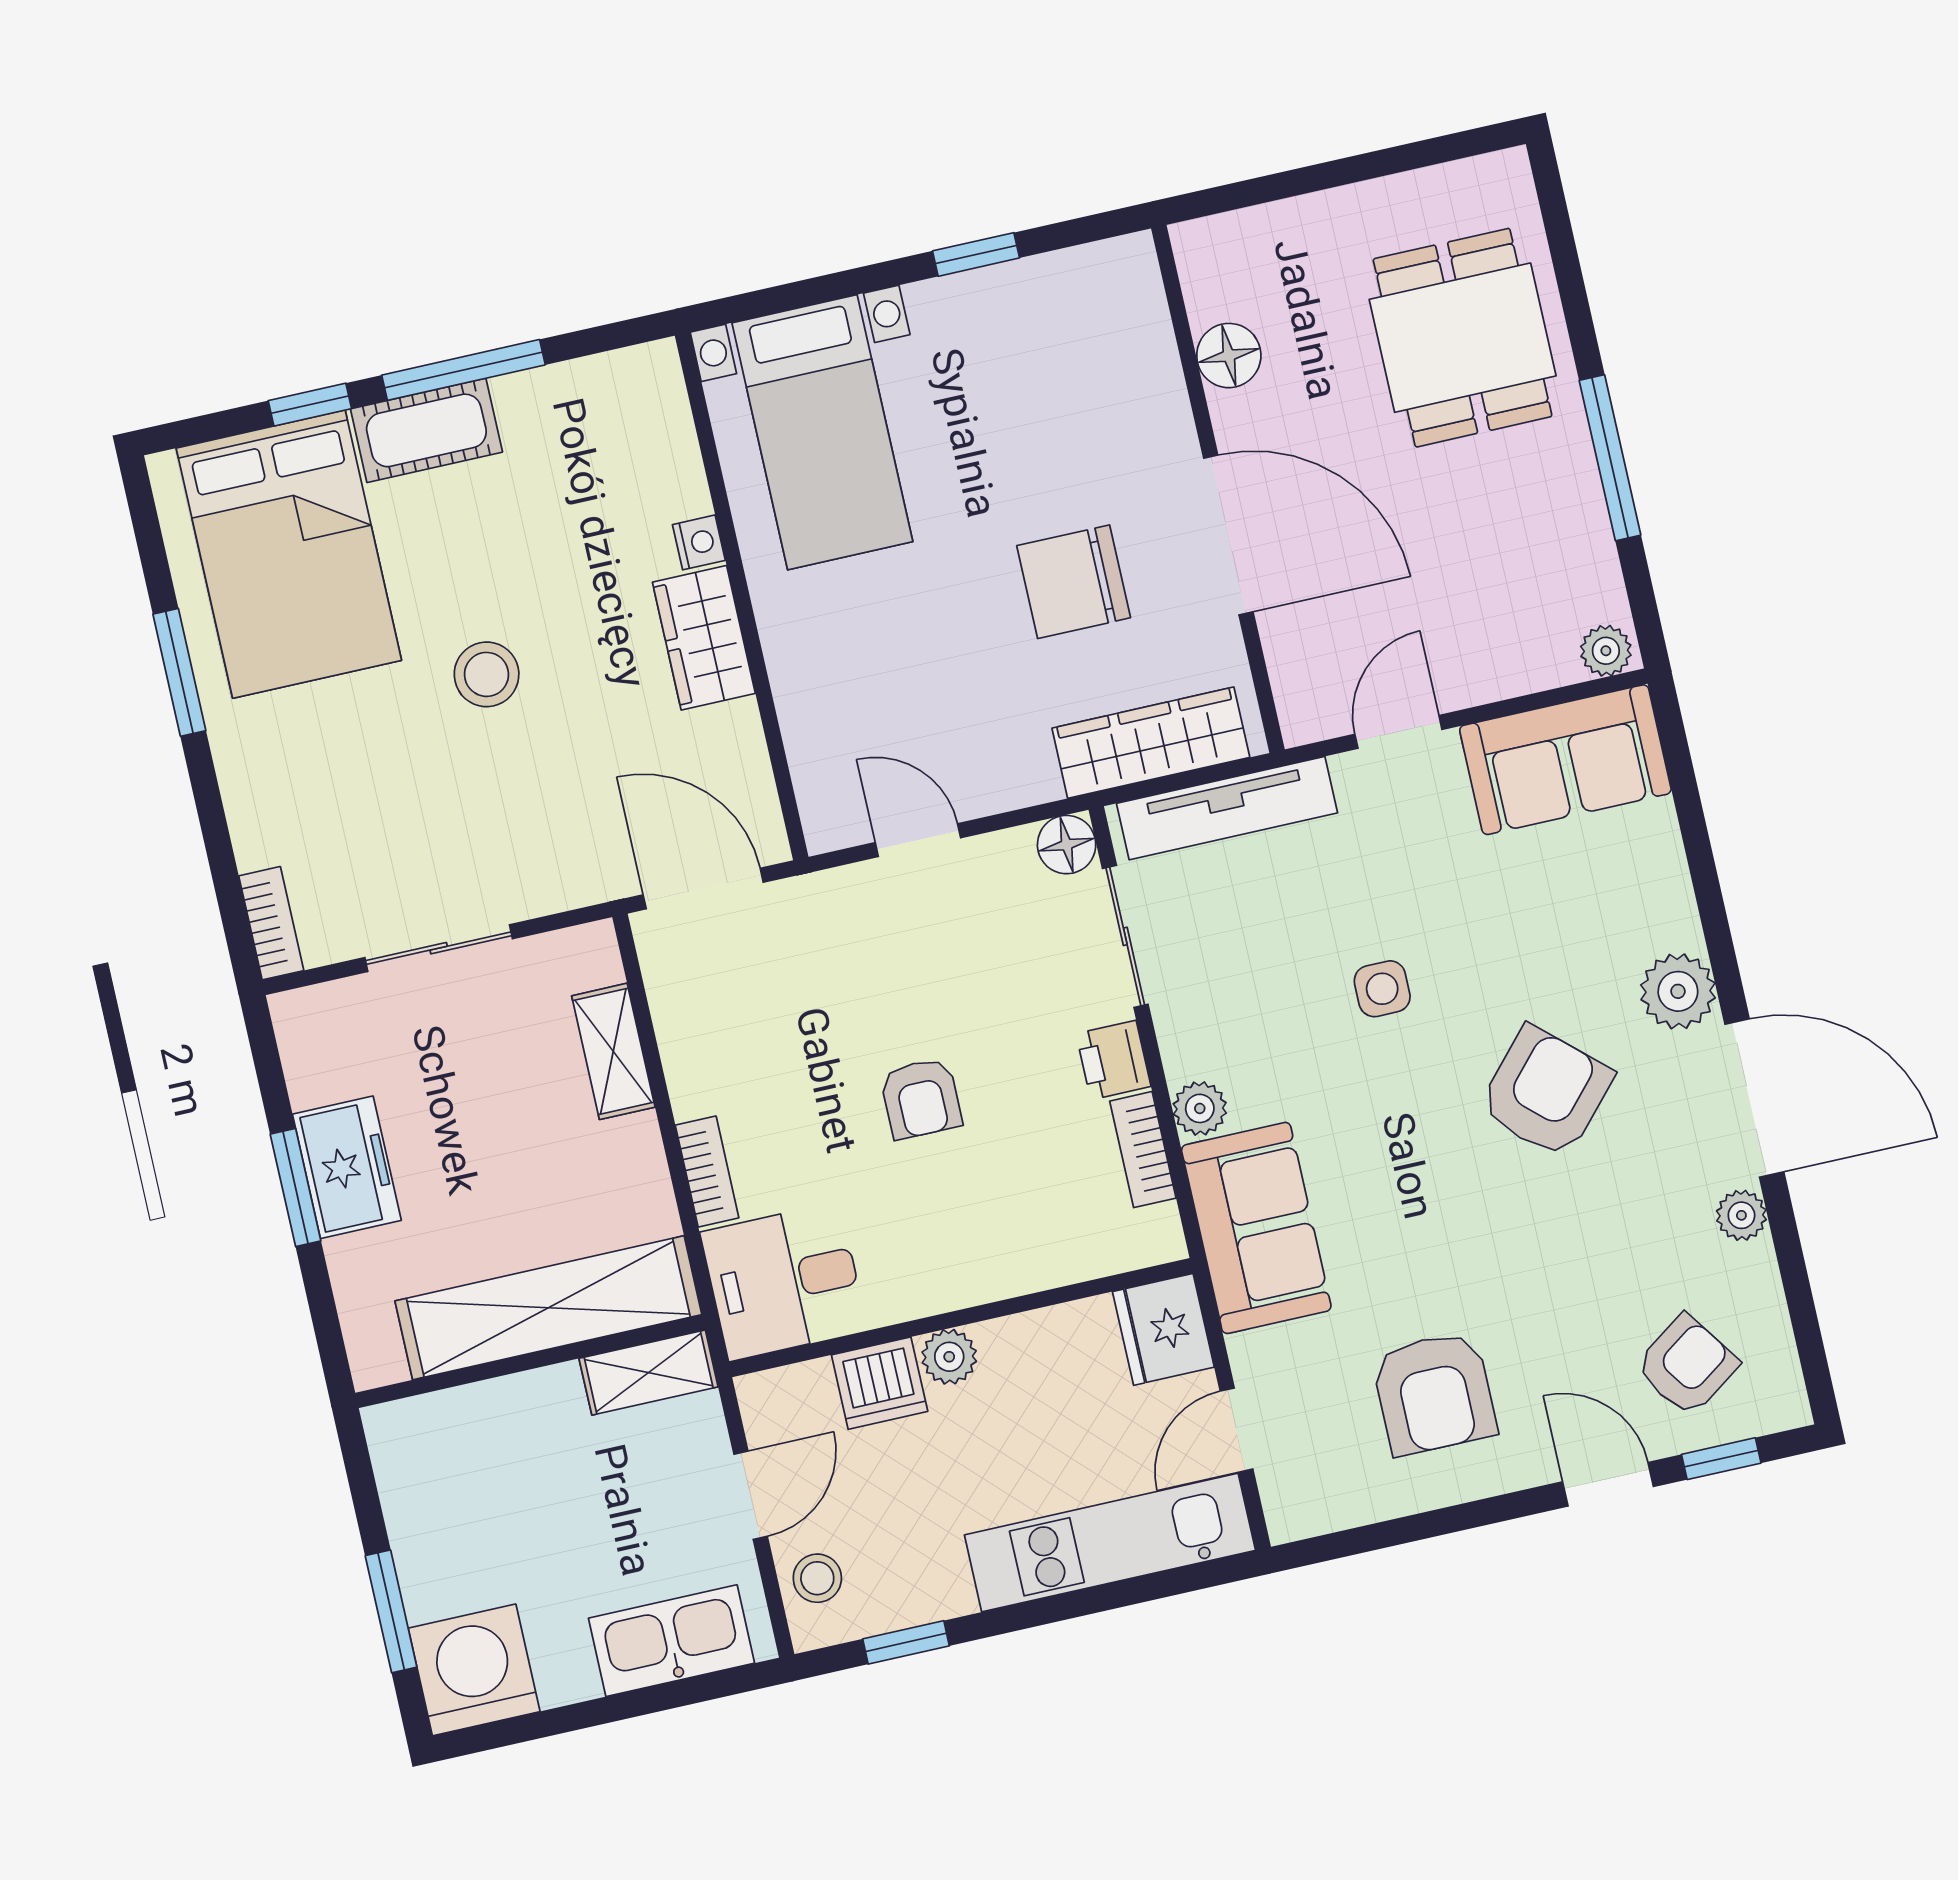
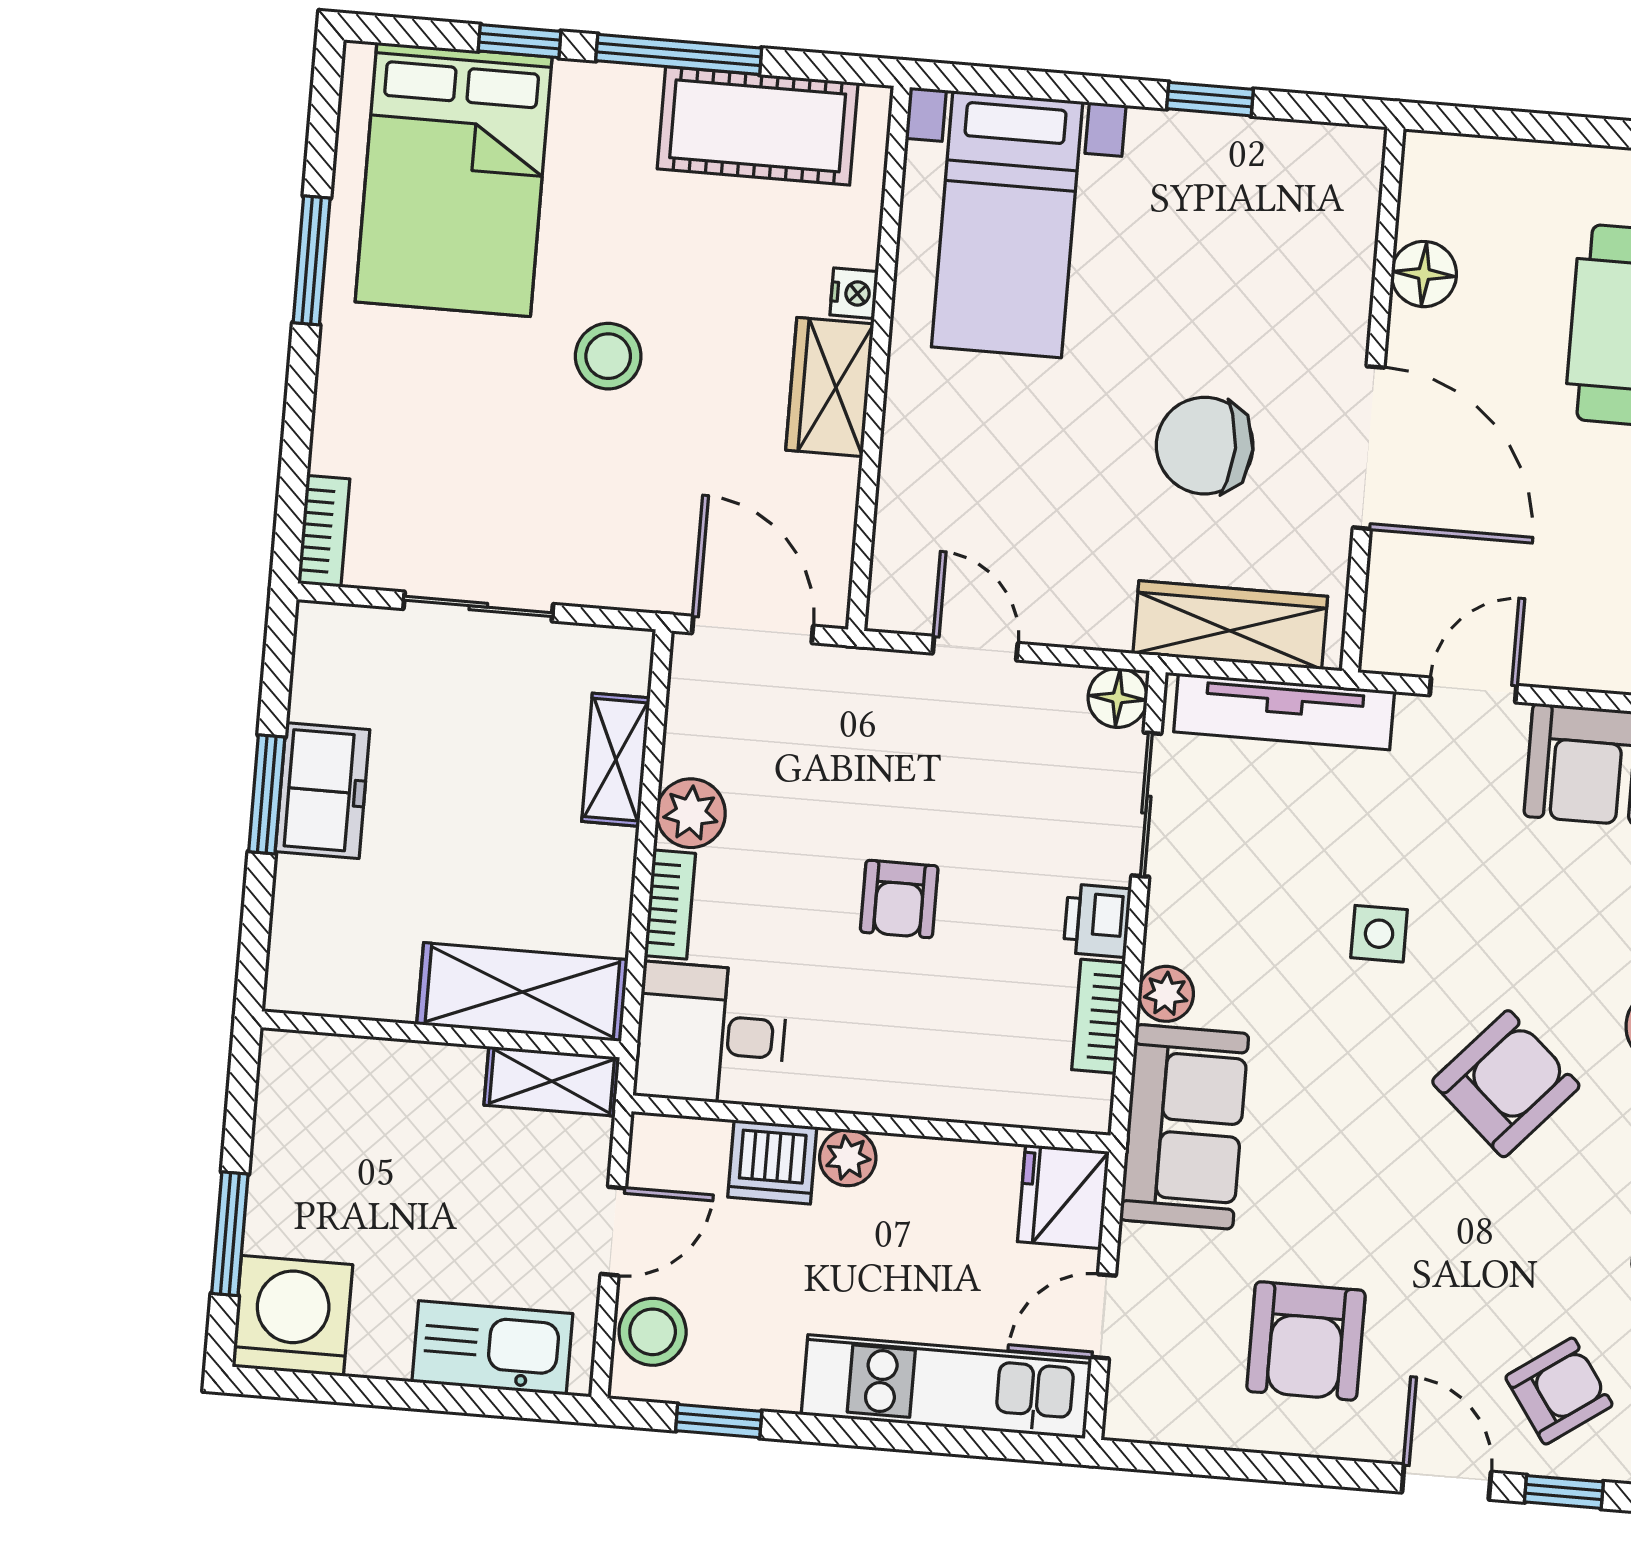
cot: (426, 430) -> (758, 126), moved, width x1.37, depth x1.34
plant: (700, 1079) -> (691, 813), added
shelving: (548, 1308) -> (522, 992), width x0.68
stool: (817, 1578) -> (653, 1332), width x1.37, depth x1.37

